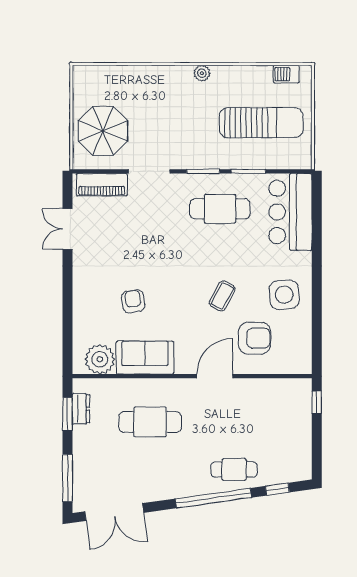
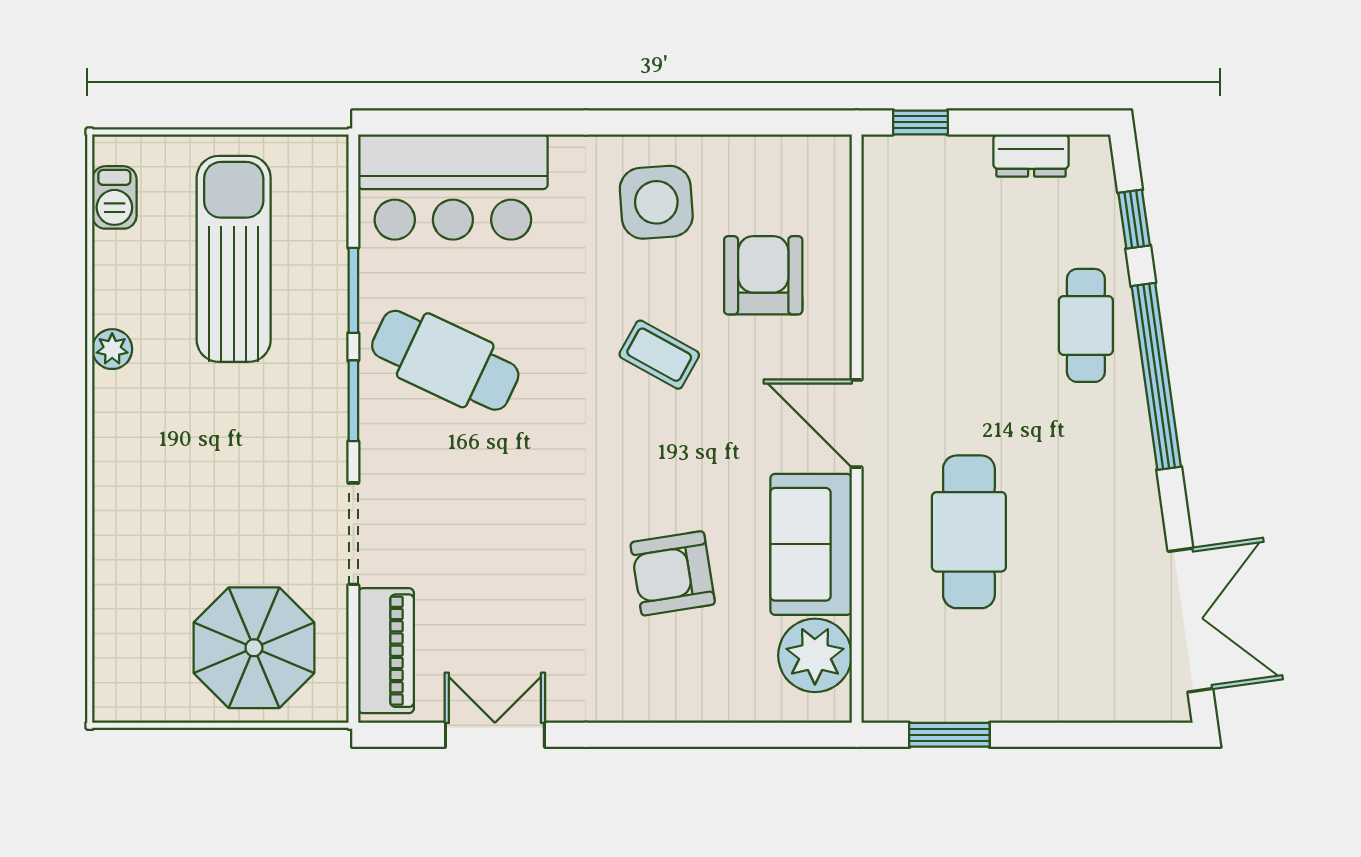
plant: (202, 73) -> (112, 349), moved
cafe table: (220, 209) -> (445, 360), turned -65
double door: (67, 229) -> (495, 735), swing flipped
armchair: (133, 301) -> (673, 573), width x1.38, depth x1.38
door: (215, 376) -> (857, 423), moved
dresser: (81, 409) -> (1031, 155), moved, turned 180
window: (67, 478) -> (1107, 735), removed

